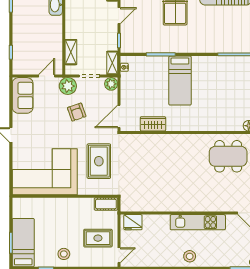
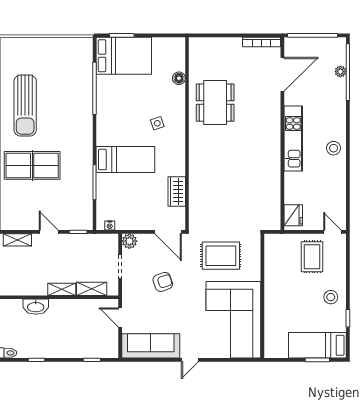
shelving: (112, 63) -> (62, 289), moved
plant: (68, 86) -> (132, 292), removed
sofa: (23, 95) -> (151, 346), width x1.36
side table: (211, 107) -> (157, 123), added
cot: (106, 204) -> (272, 247), removed

